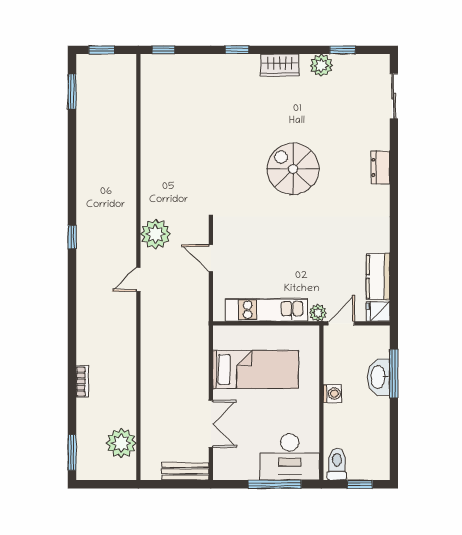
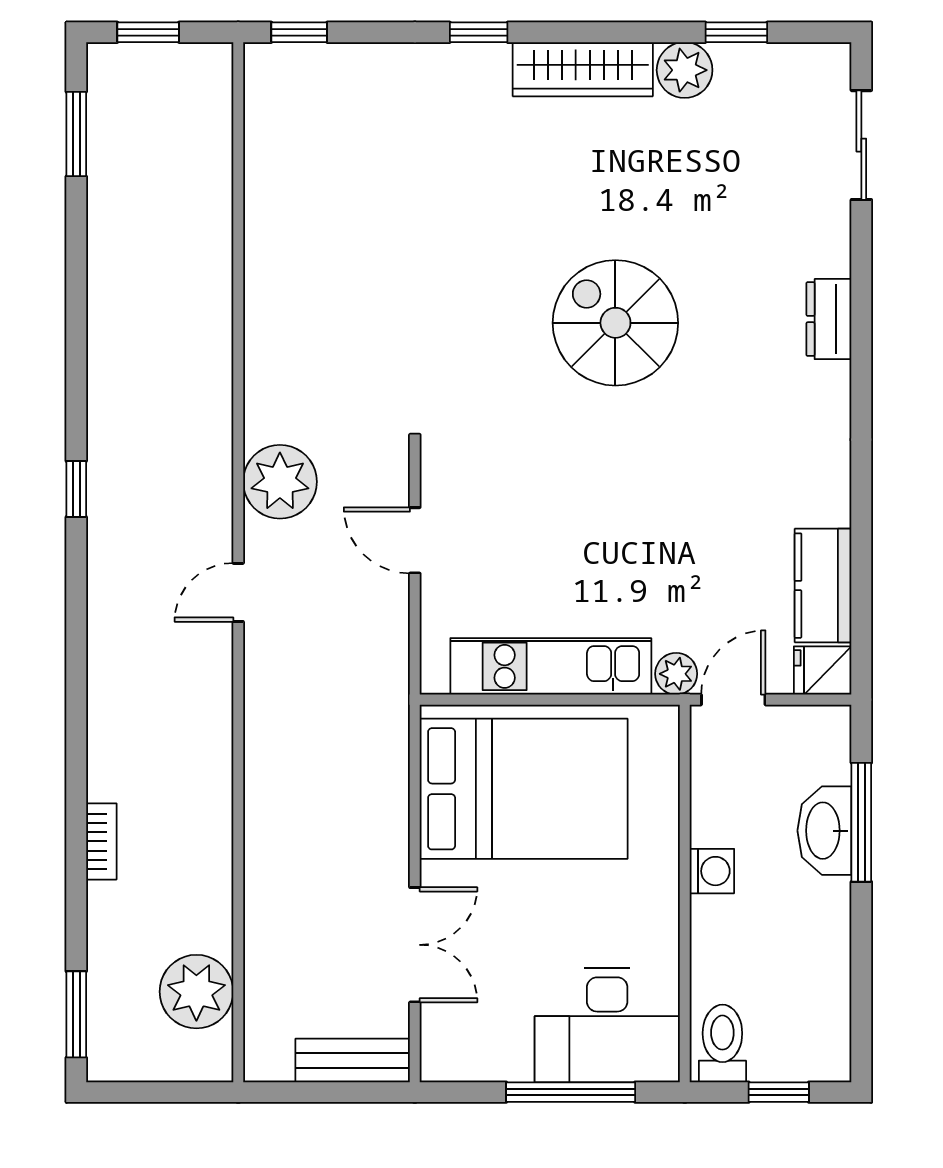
wardrobe: (280, 65) -> (583, 69), width x1.50
bed: (255, 370) -> (524, 789), width x1.50

